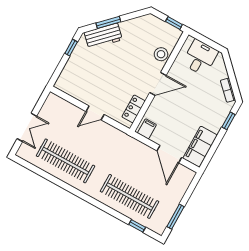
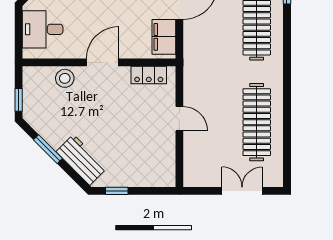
window: (108, 22) -> (48, 149), moved
window: (174, 23) -> (19, 100), moved
door: (158, 84) -> (103, 62), hinge flipped
filing cabinet: (147, 129) -> (164, 37), width x2.00

